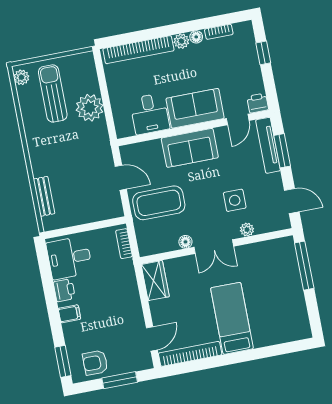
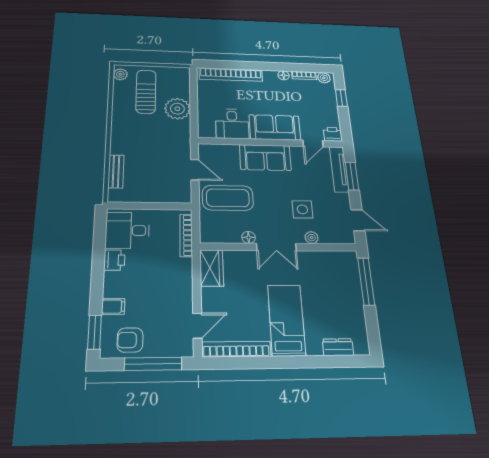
plant: (181, 41) -> (324, 78), moved
bookcase: (124, 244) -> (186, 235), width x1.56
filing cabinet: (69, 314) -> (113, 307), moved
dresser: (282, 335) -> (338, 347), added
window: (120, 380) -> (153, 364), width x1.44

